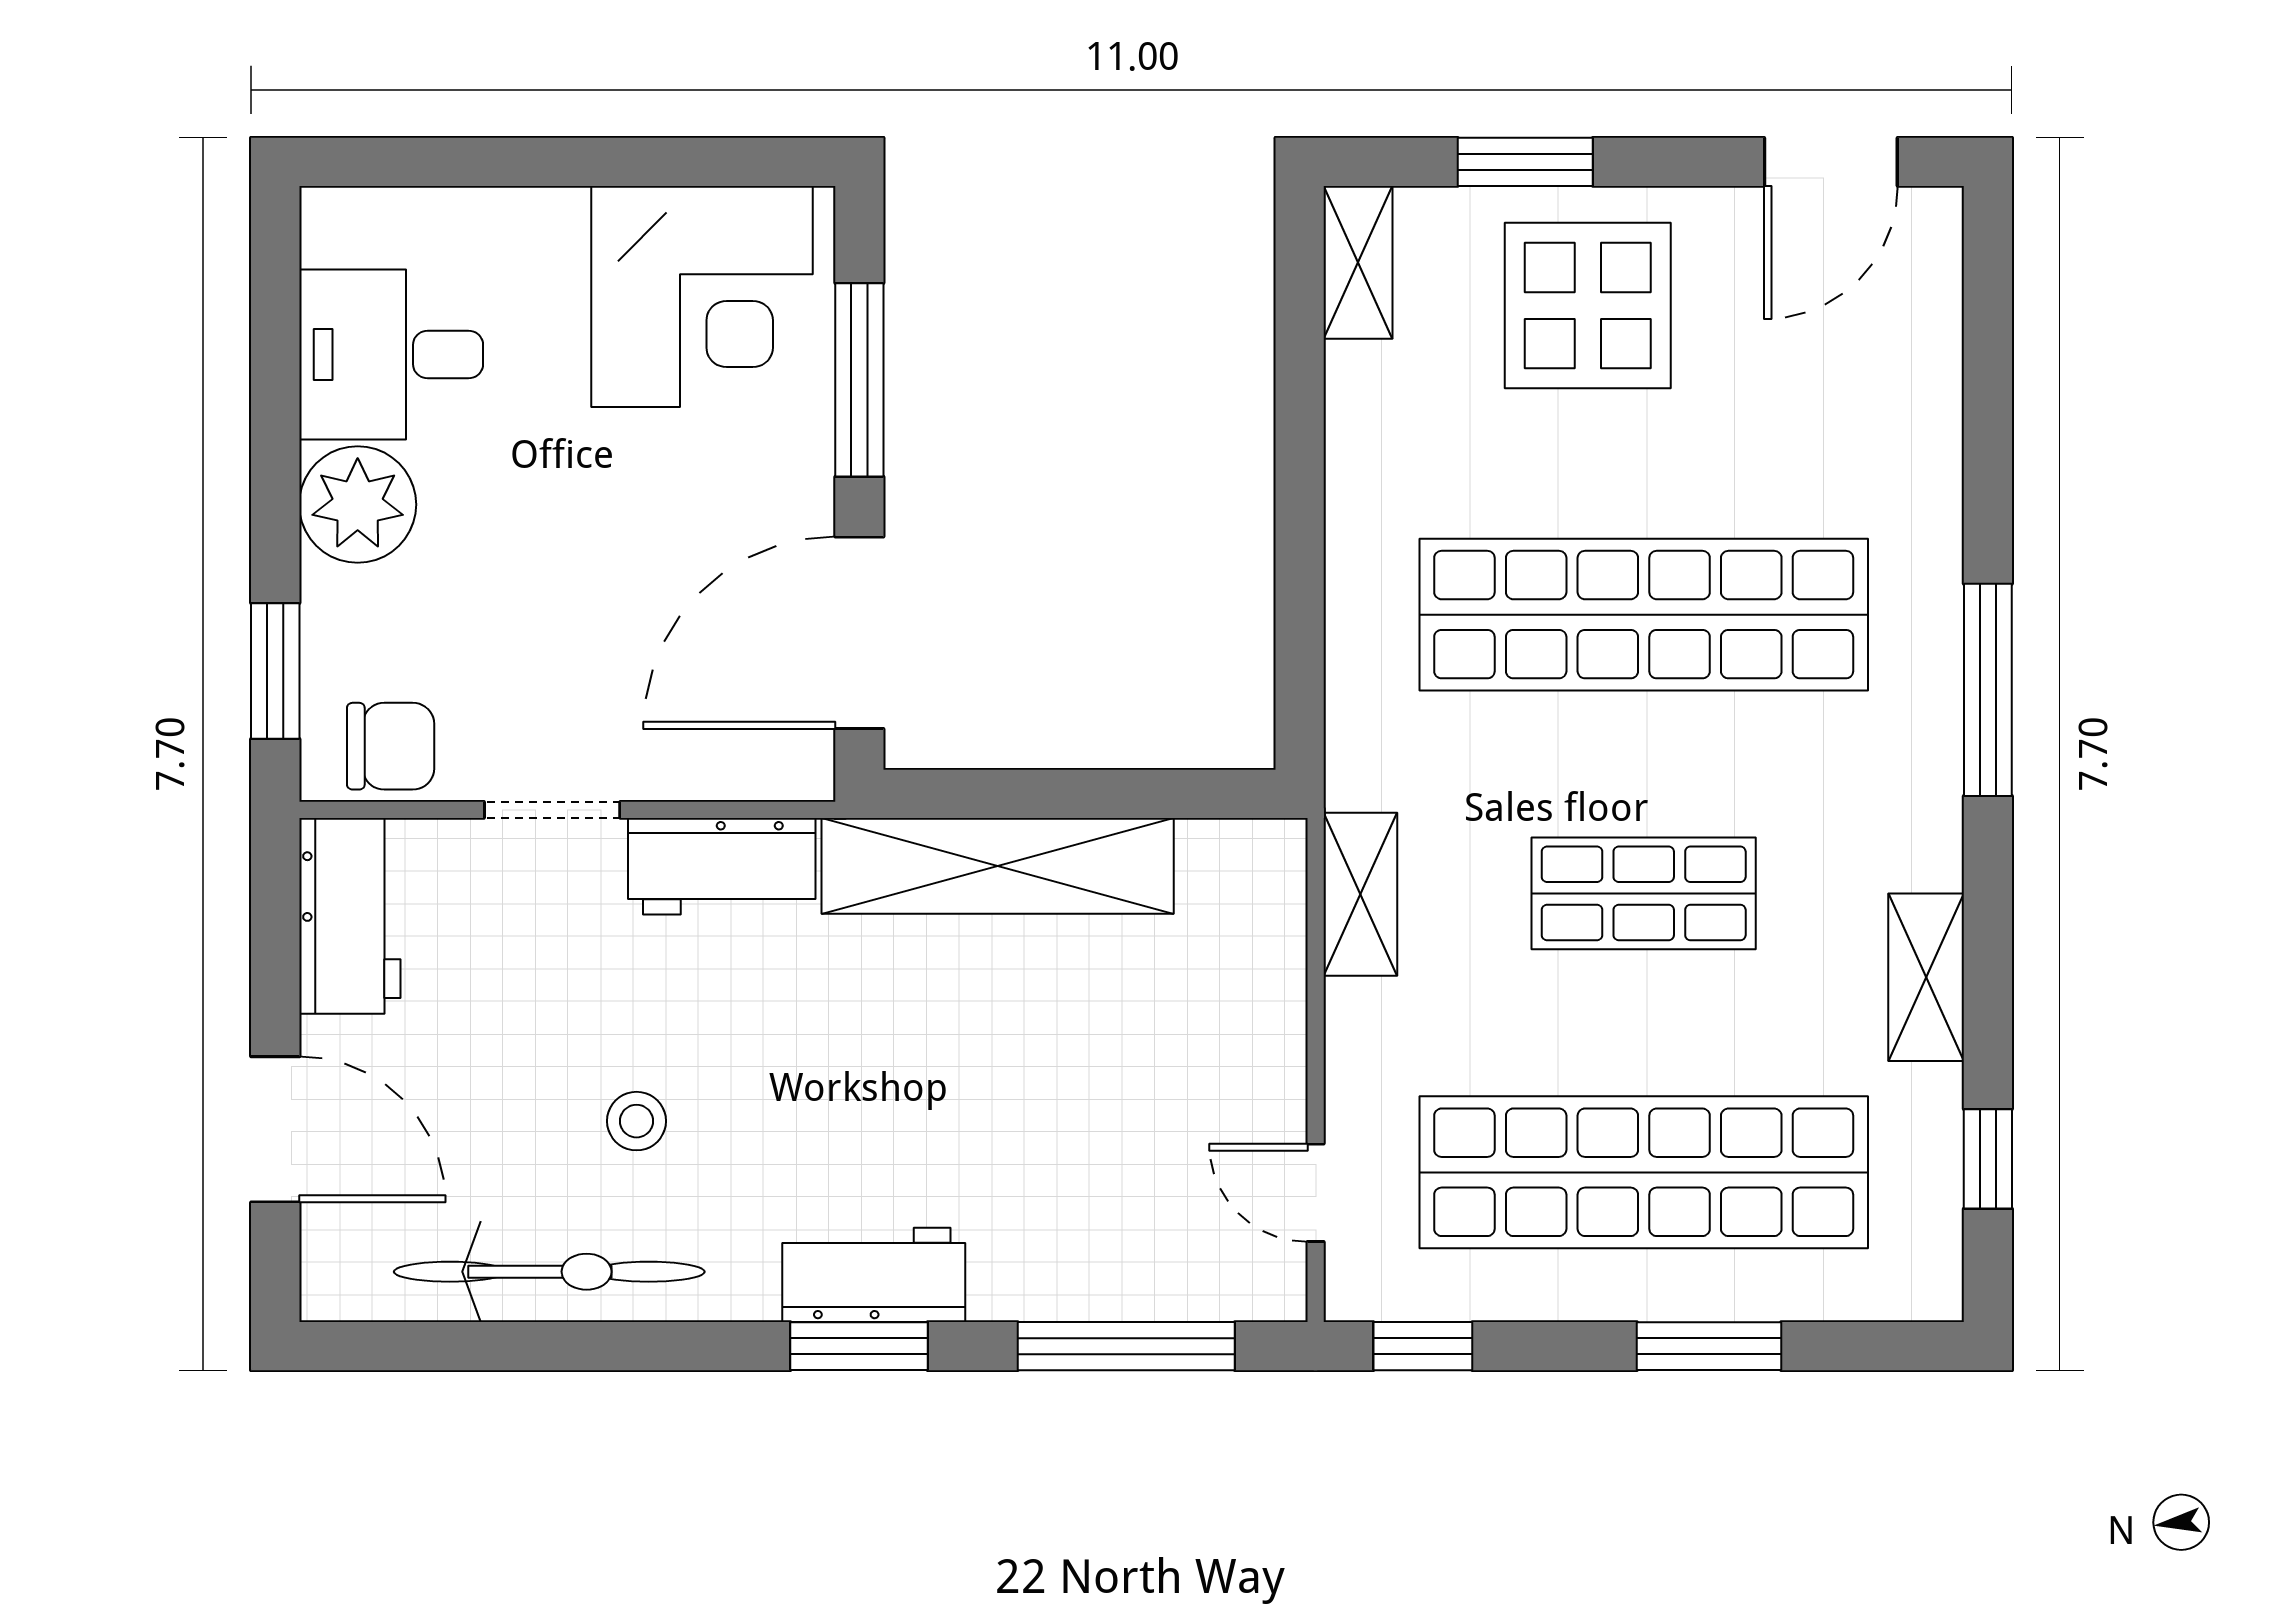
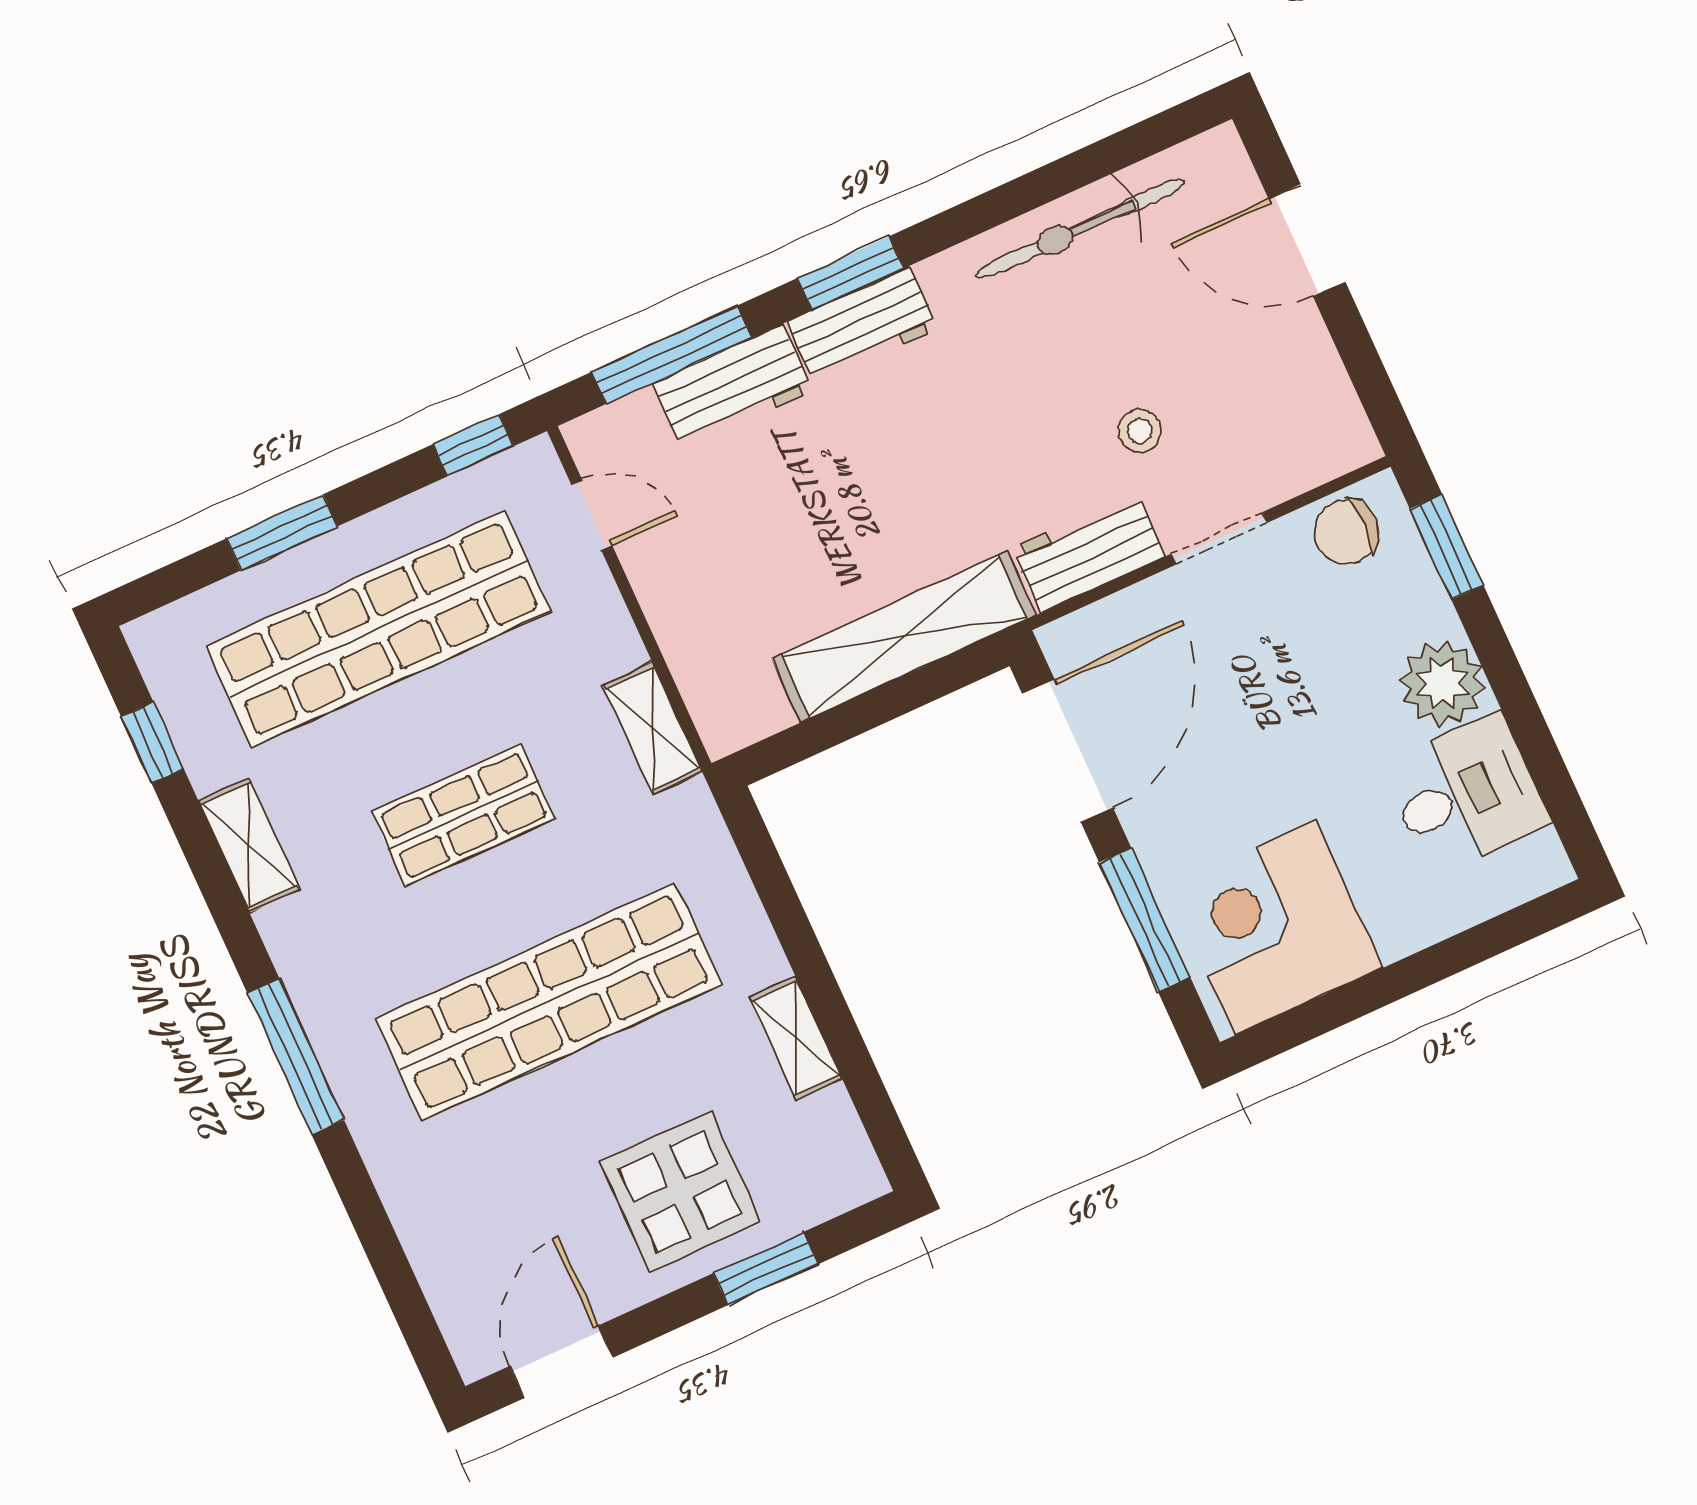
shelving: (1358, 262) -> (796, 1038), moved
workbench: (350, 916) -> (732, 387), moved, turned -90
stool: (636, 1121) -> (1140, 431), moved

